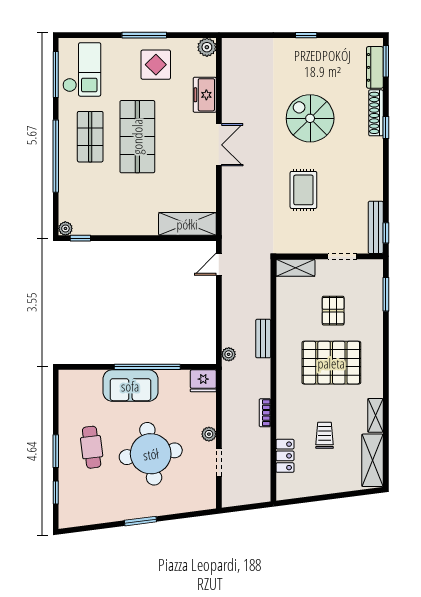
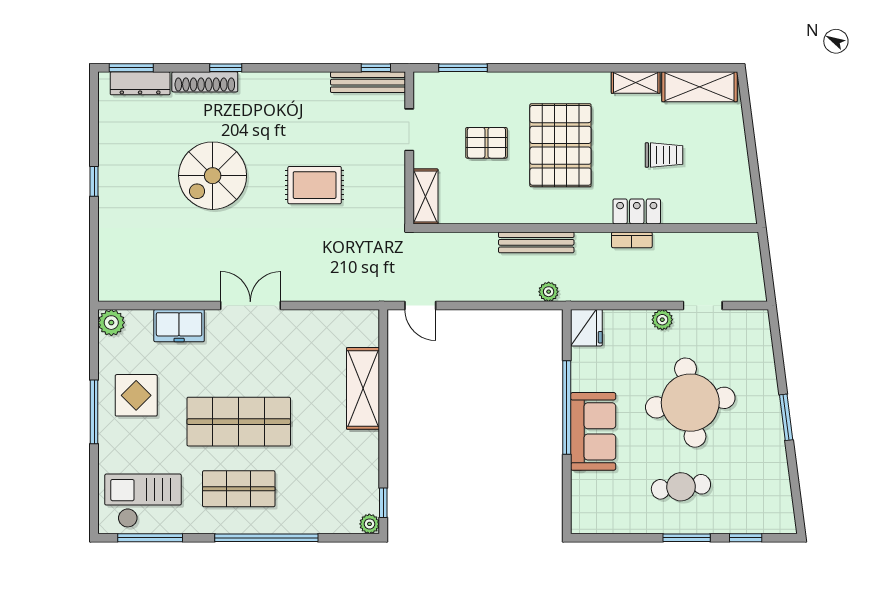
shelving: (187, 224) -> (363, 388), moved
bench: (263, 339) -> (536, 242), width x1.36
trolley: (325, 435) -> (664, 155), turned 180
locker: (285, 456) -> (637, 211), moved

